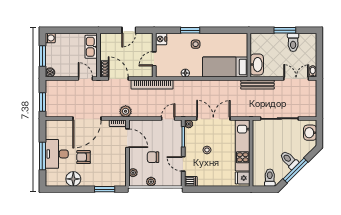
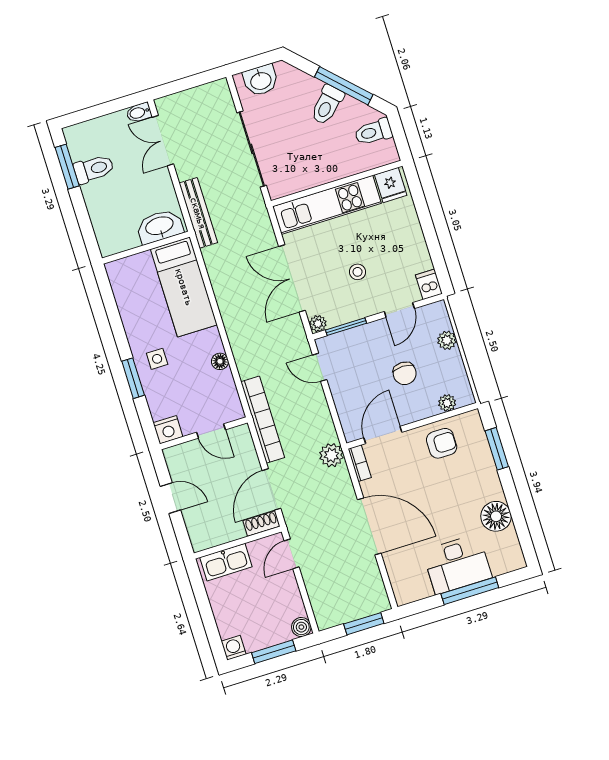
window: (285, 30) -> (67, 167), moved
armchair: (83, 157) -> (442, 443), moved, turned -90
plant: (151, 182) -> (447, 340), moved

